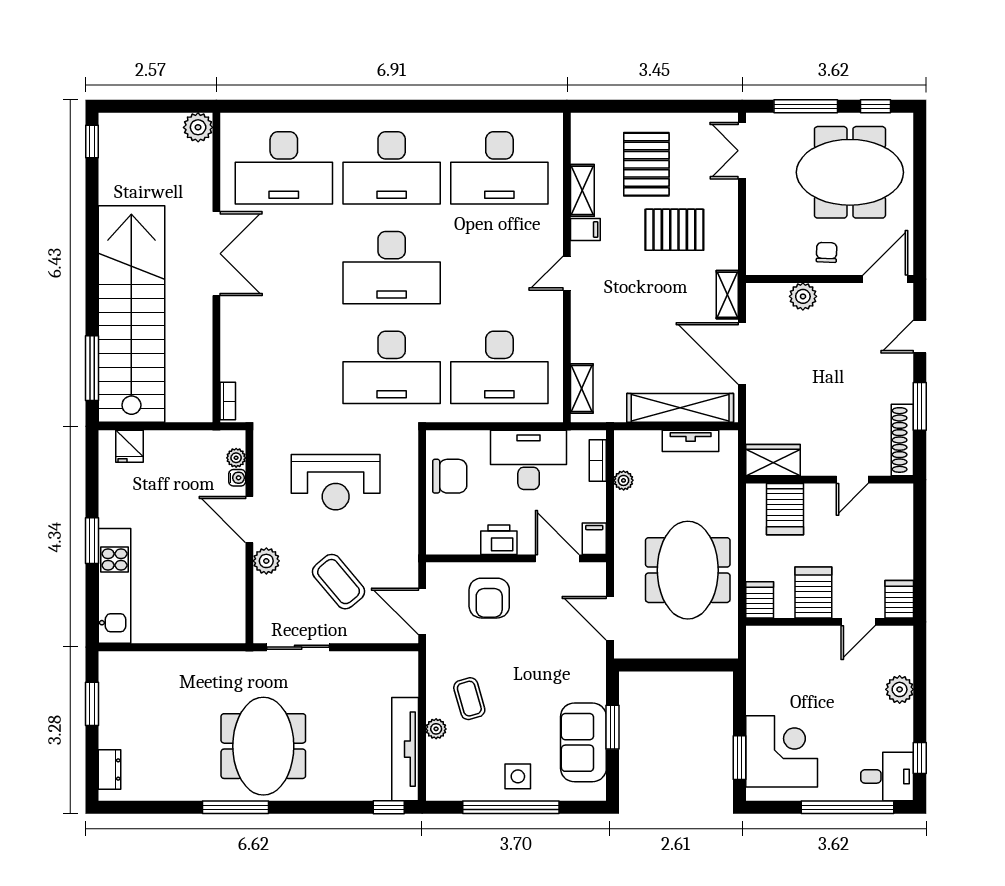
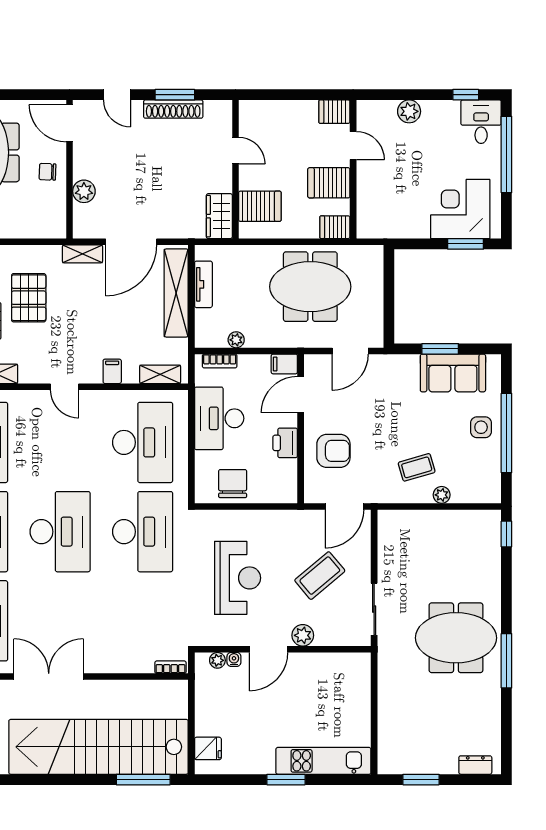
filing cabinet: (585, 229) -> (112, 371), moved
shoe rack: (902, 440) -> (173, 109), moved
tv unit: (405, 749) -> (458, 521), removed

